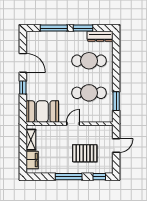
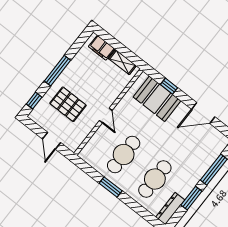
window: (23, 88) -> (169, 86), moved
window: (116, 101) -> (111, 187), moved
booth: (42, 111) -> (157, 99), moved, turned 90
pallet: (85, 153) -> (68, 104), turned 90

